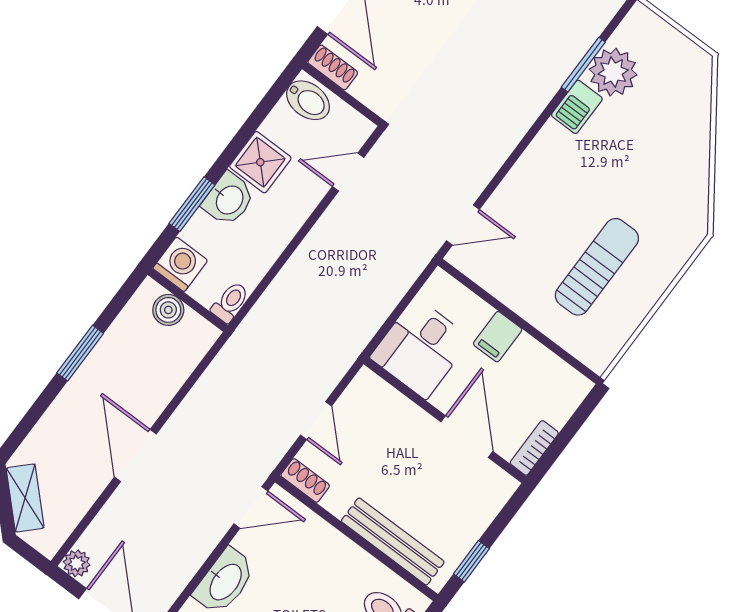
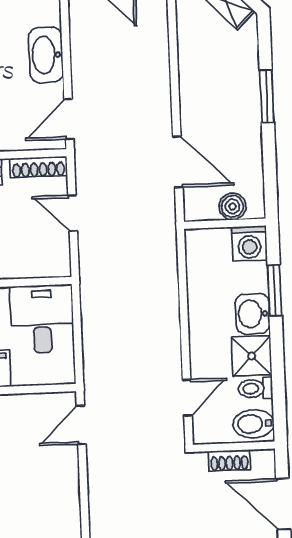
shoe rack: (333, 67) -> (229, 460), moved
toilet: (230, 302) -> (256, 388), moved, turned 90
window: (80, 353) -> (267, 96), moved
door: (135, 455) -> (178, 162), moved
shoe rack: (305, 481) -> (38, 167), width x1.43

